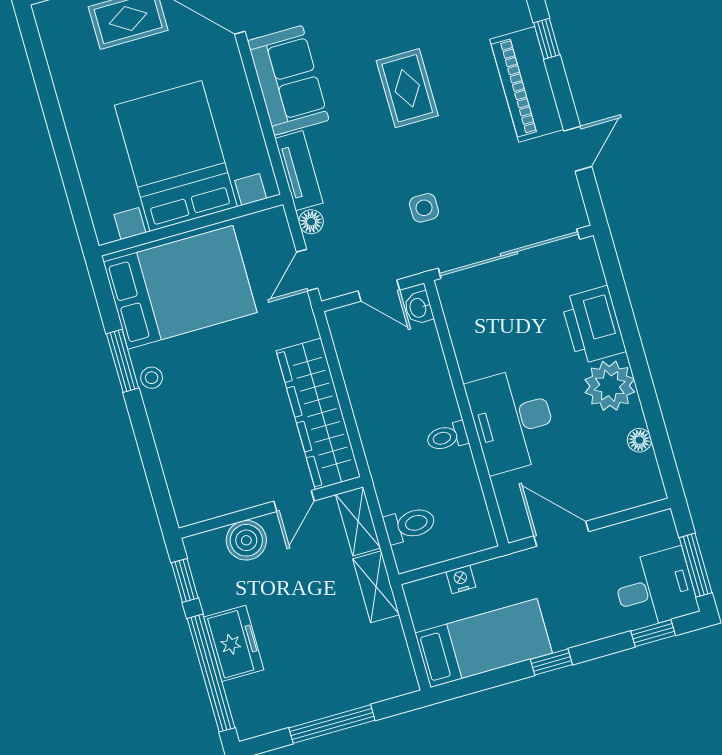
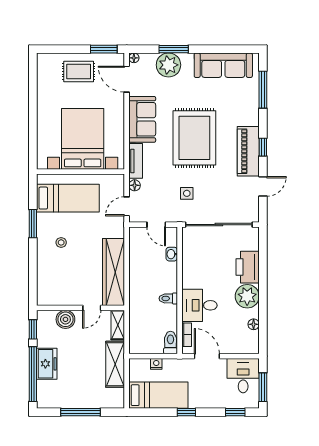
window: (547, 39) -> (263, 147), moved
rug: (407, 88) -> (194, 138), width x1.86, depth x2.06
bed: (180, 287) -> (68, 198), width x0.67
washbasin: (419, 308) -> (172, 254), moved
stool: (152, 378) -> (61, 242), moved
desk: (512, 420) -> (199, 305), width x0.73
bookcase: (507, 501) -> (187, 335), added
toilet: (410, 525) -> (170, 343), moved, turned -90
shelving: (376, 587) -> (115, 364), width x1.50, depth x1.33
desk: (655, 588) -> (243, 376), moved, turned -90

